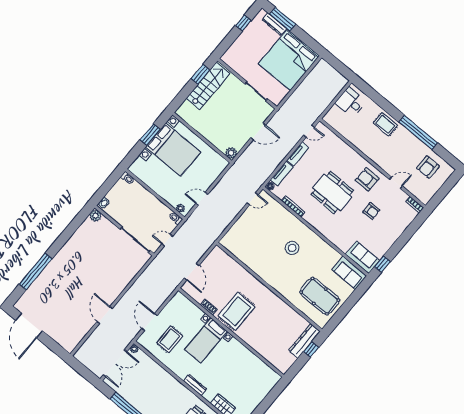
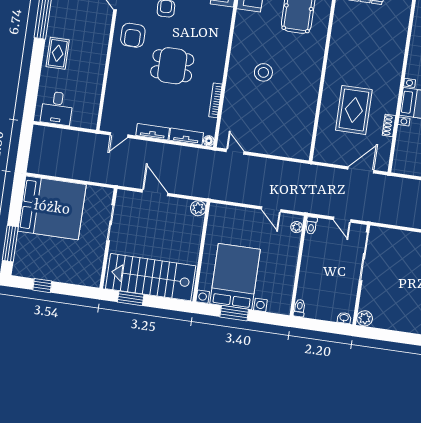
dresser: (274, 24) -> (22, 250), removed
stairs: (208, 86) -> (151, 277), width x1.36, depth x1.51
door: (309, 131) -> (119, 135), swing flipped
dining table: (332, 192) -> (172, 66), width x0.73
rug: (237, 311) -> (354, 110), moved, turned 90

